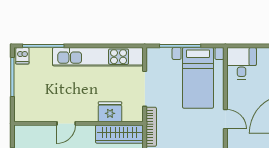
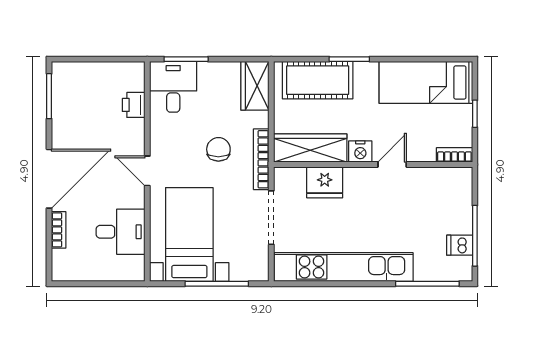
dishwasher: (22, 56) -> (460, 245), moved, turned -90
desk: (242, 63) -> (121, 232), moved, turned -90
bookcase: (26, 130) -> (454, 155), added
nightstand: (87, 132) -> (360, 151), added
chair: (179, 133) -> (218, 149), added

